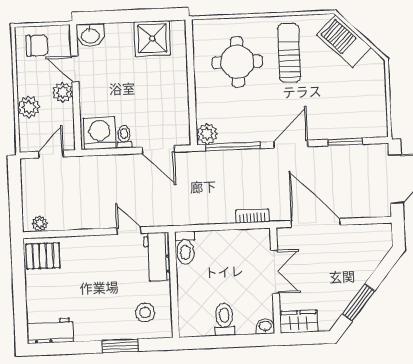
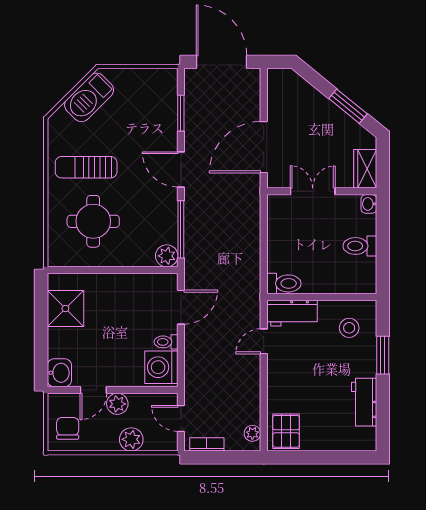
barbecue: (344, 41) -> (89, 97), moved
bookcase: (252, 216) -> (207, 444), moved, turned 90
workbench: (50, 331) -> (364, 402), moved

